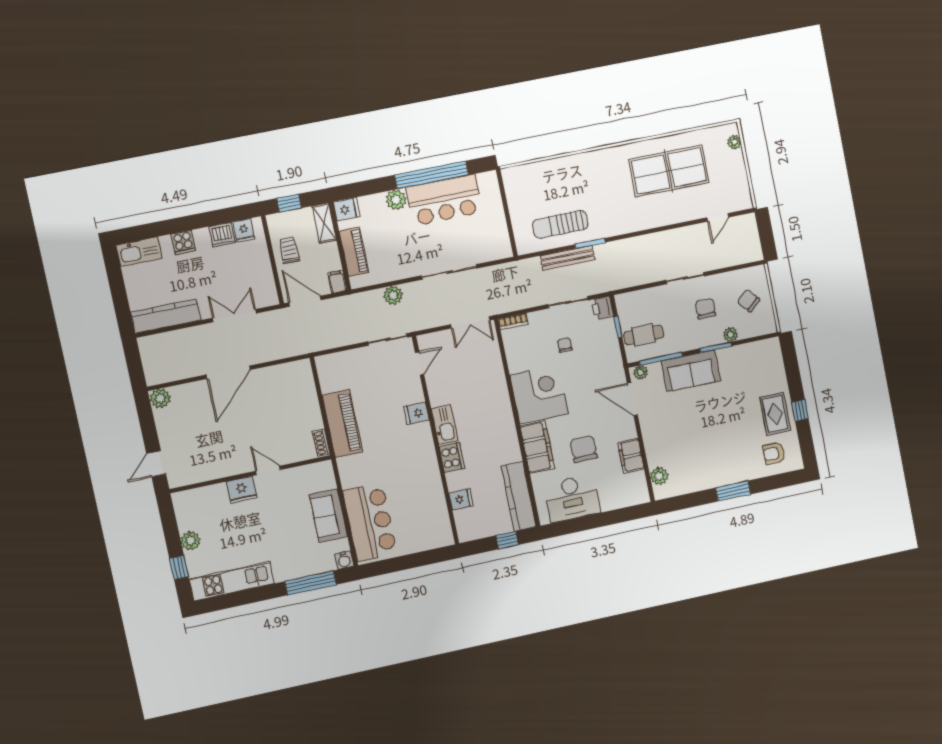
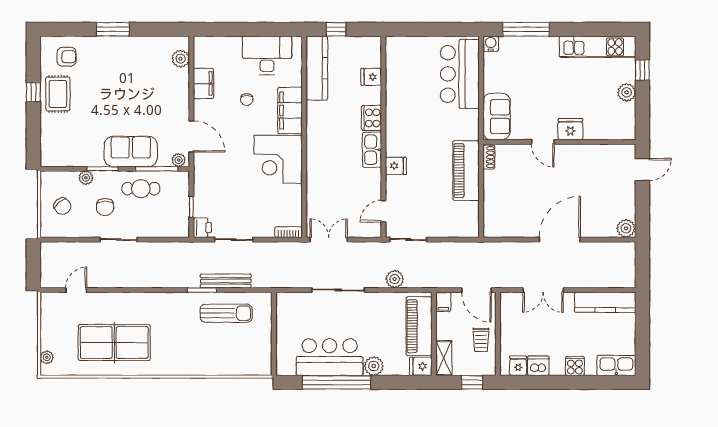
piano: (354, 252) -> (419, 326), width x1.37, depth x1.33
cafe table: (644, 335) -> (141, 189), moved
chair: (565, 345) -> (245, 200), removed
chair: (584, 449) -> (247, 100), width x0.54, depth x0.54
sofa: (328, 516) -> (497, 117), moved

